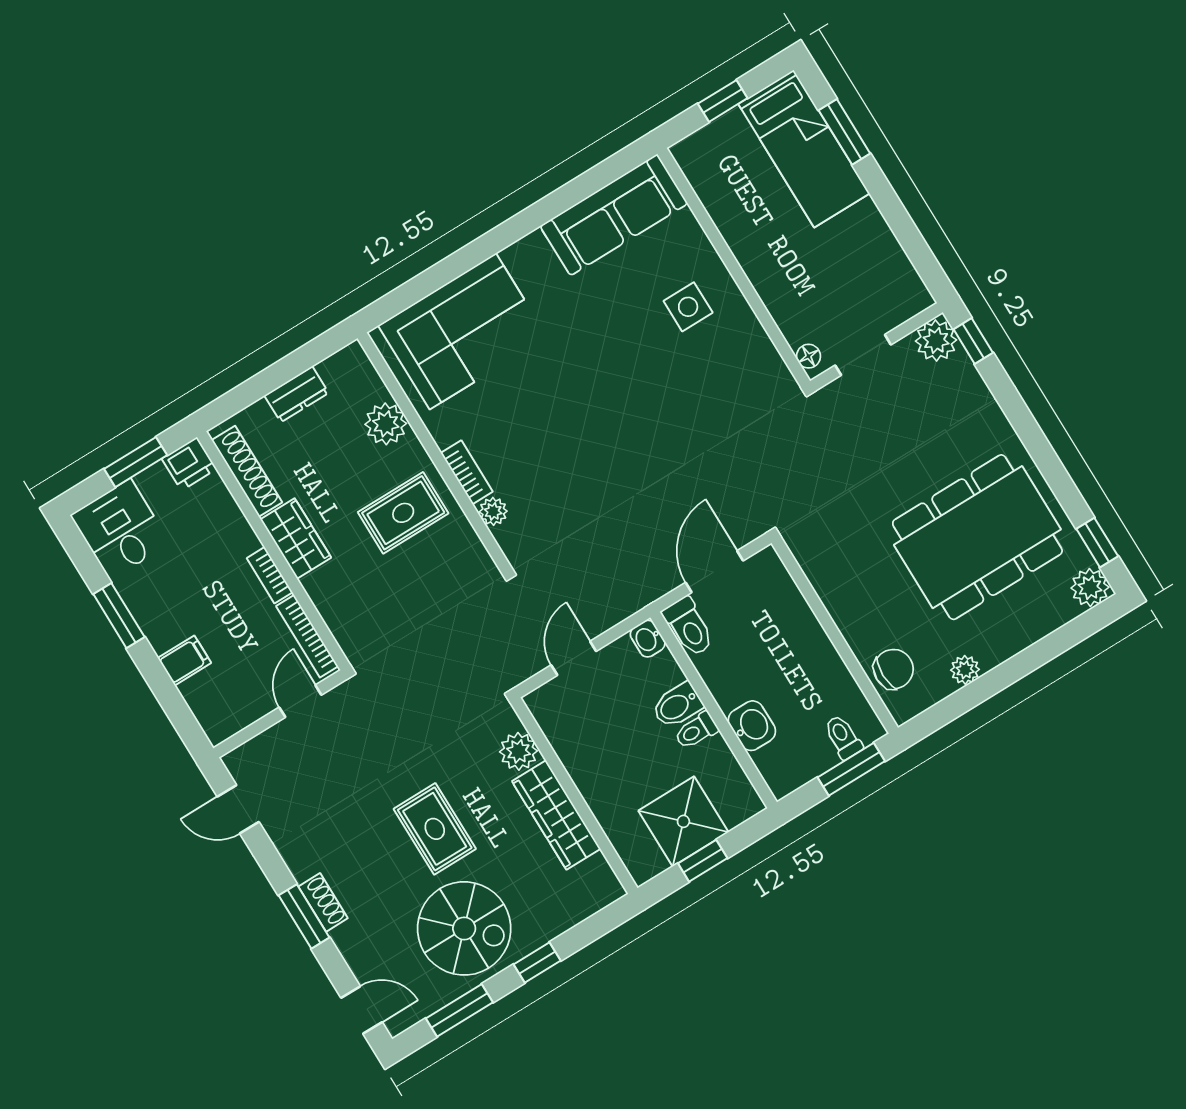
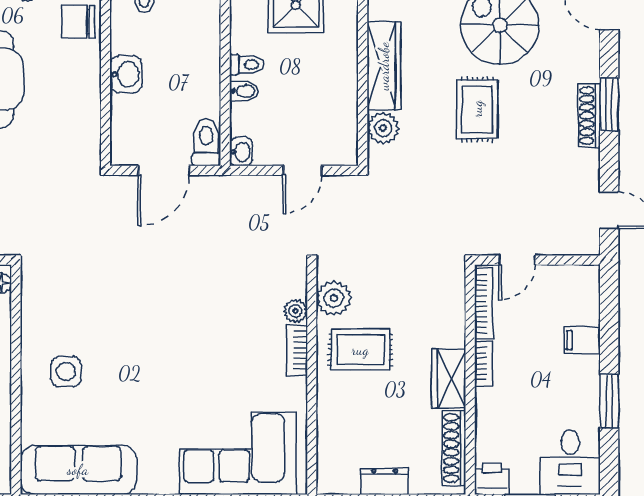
plant: (386, 424) -> (334, 298), moved
bidet: (677, 705) -> (244, 91), width x0.72, depth x0.74
washbasin: (752, 726) -> (126, 74), moved, turned 180
shoe rack: (323, 902) -> (589, 116), width x1.43

